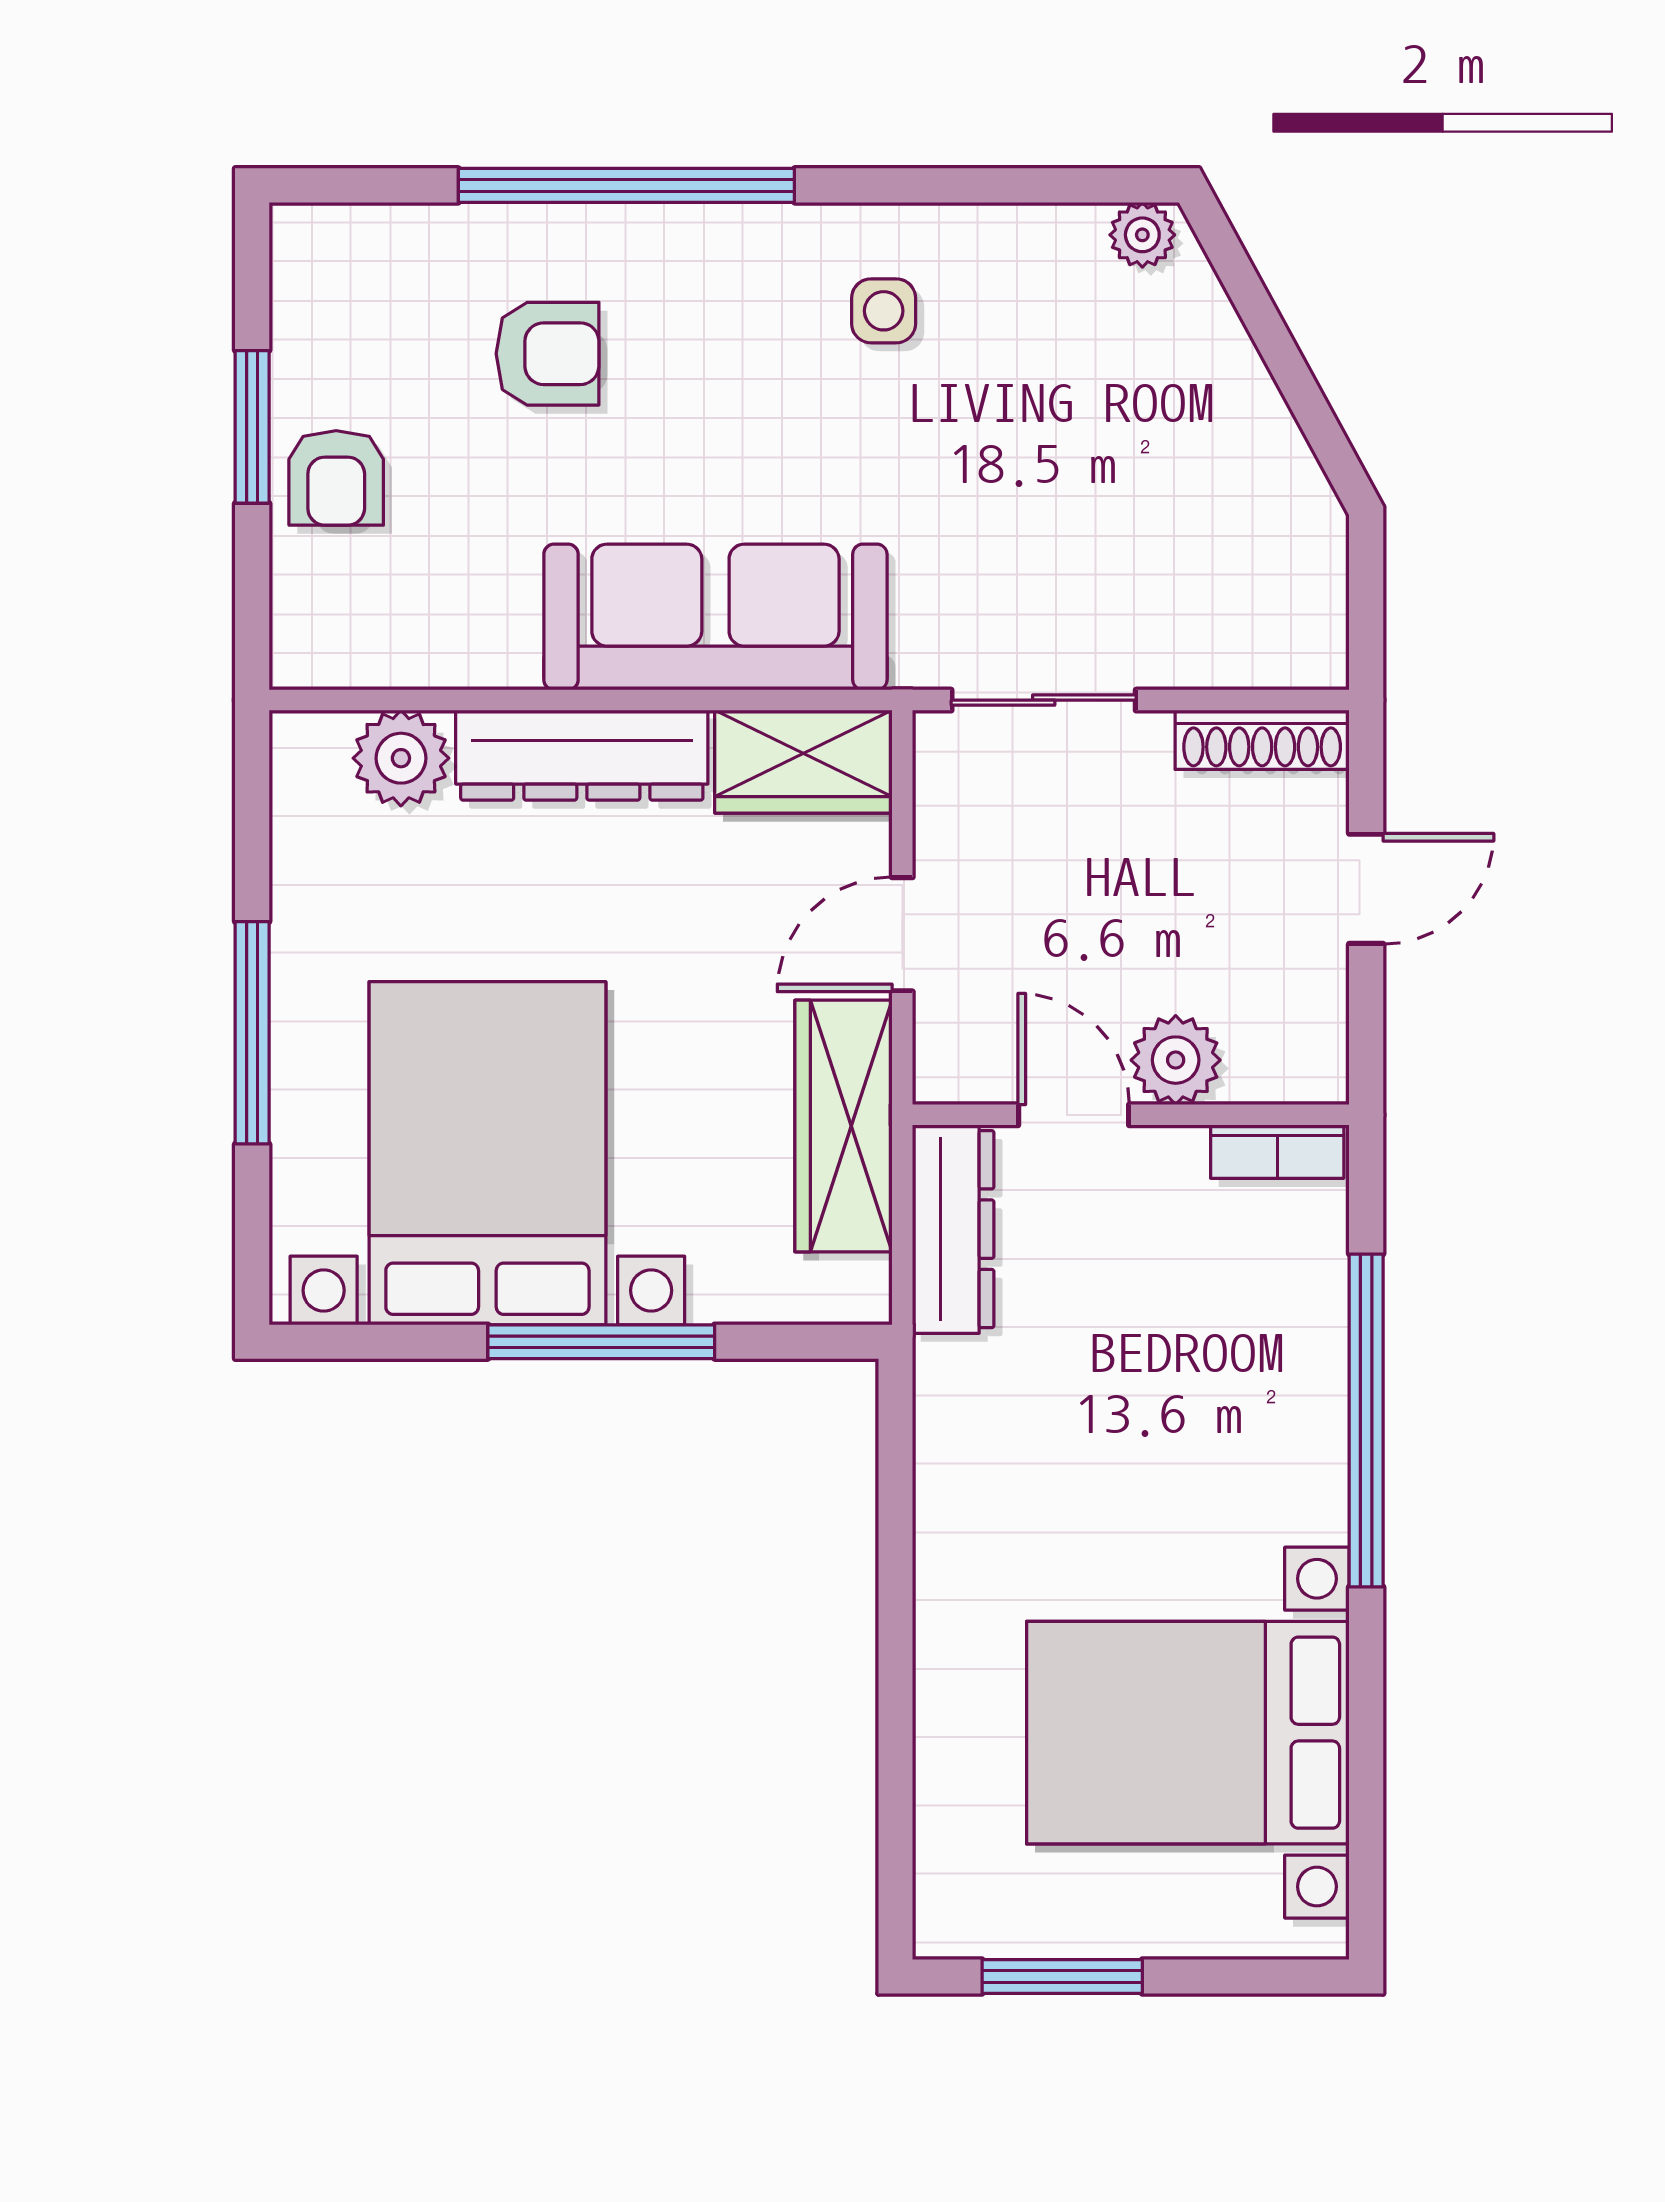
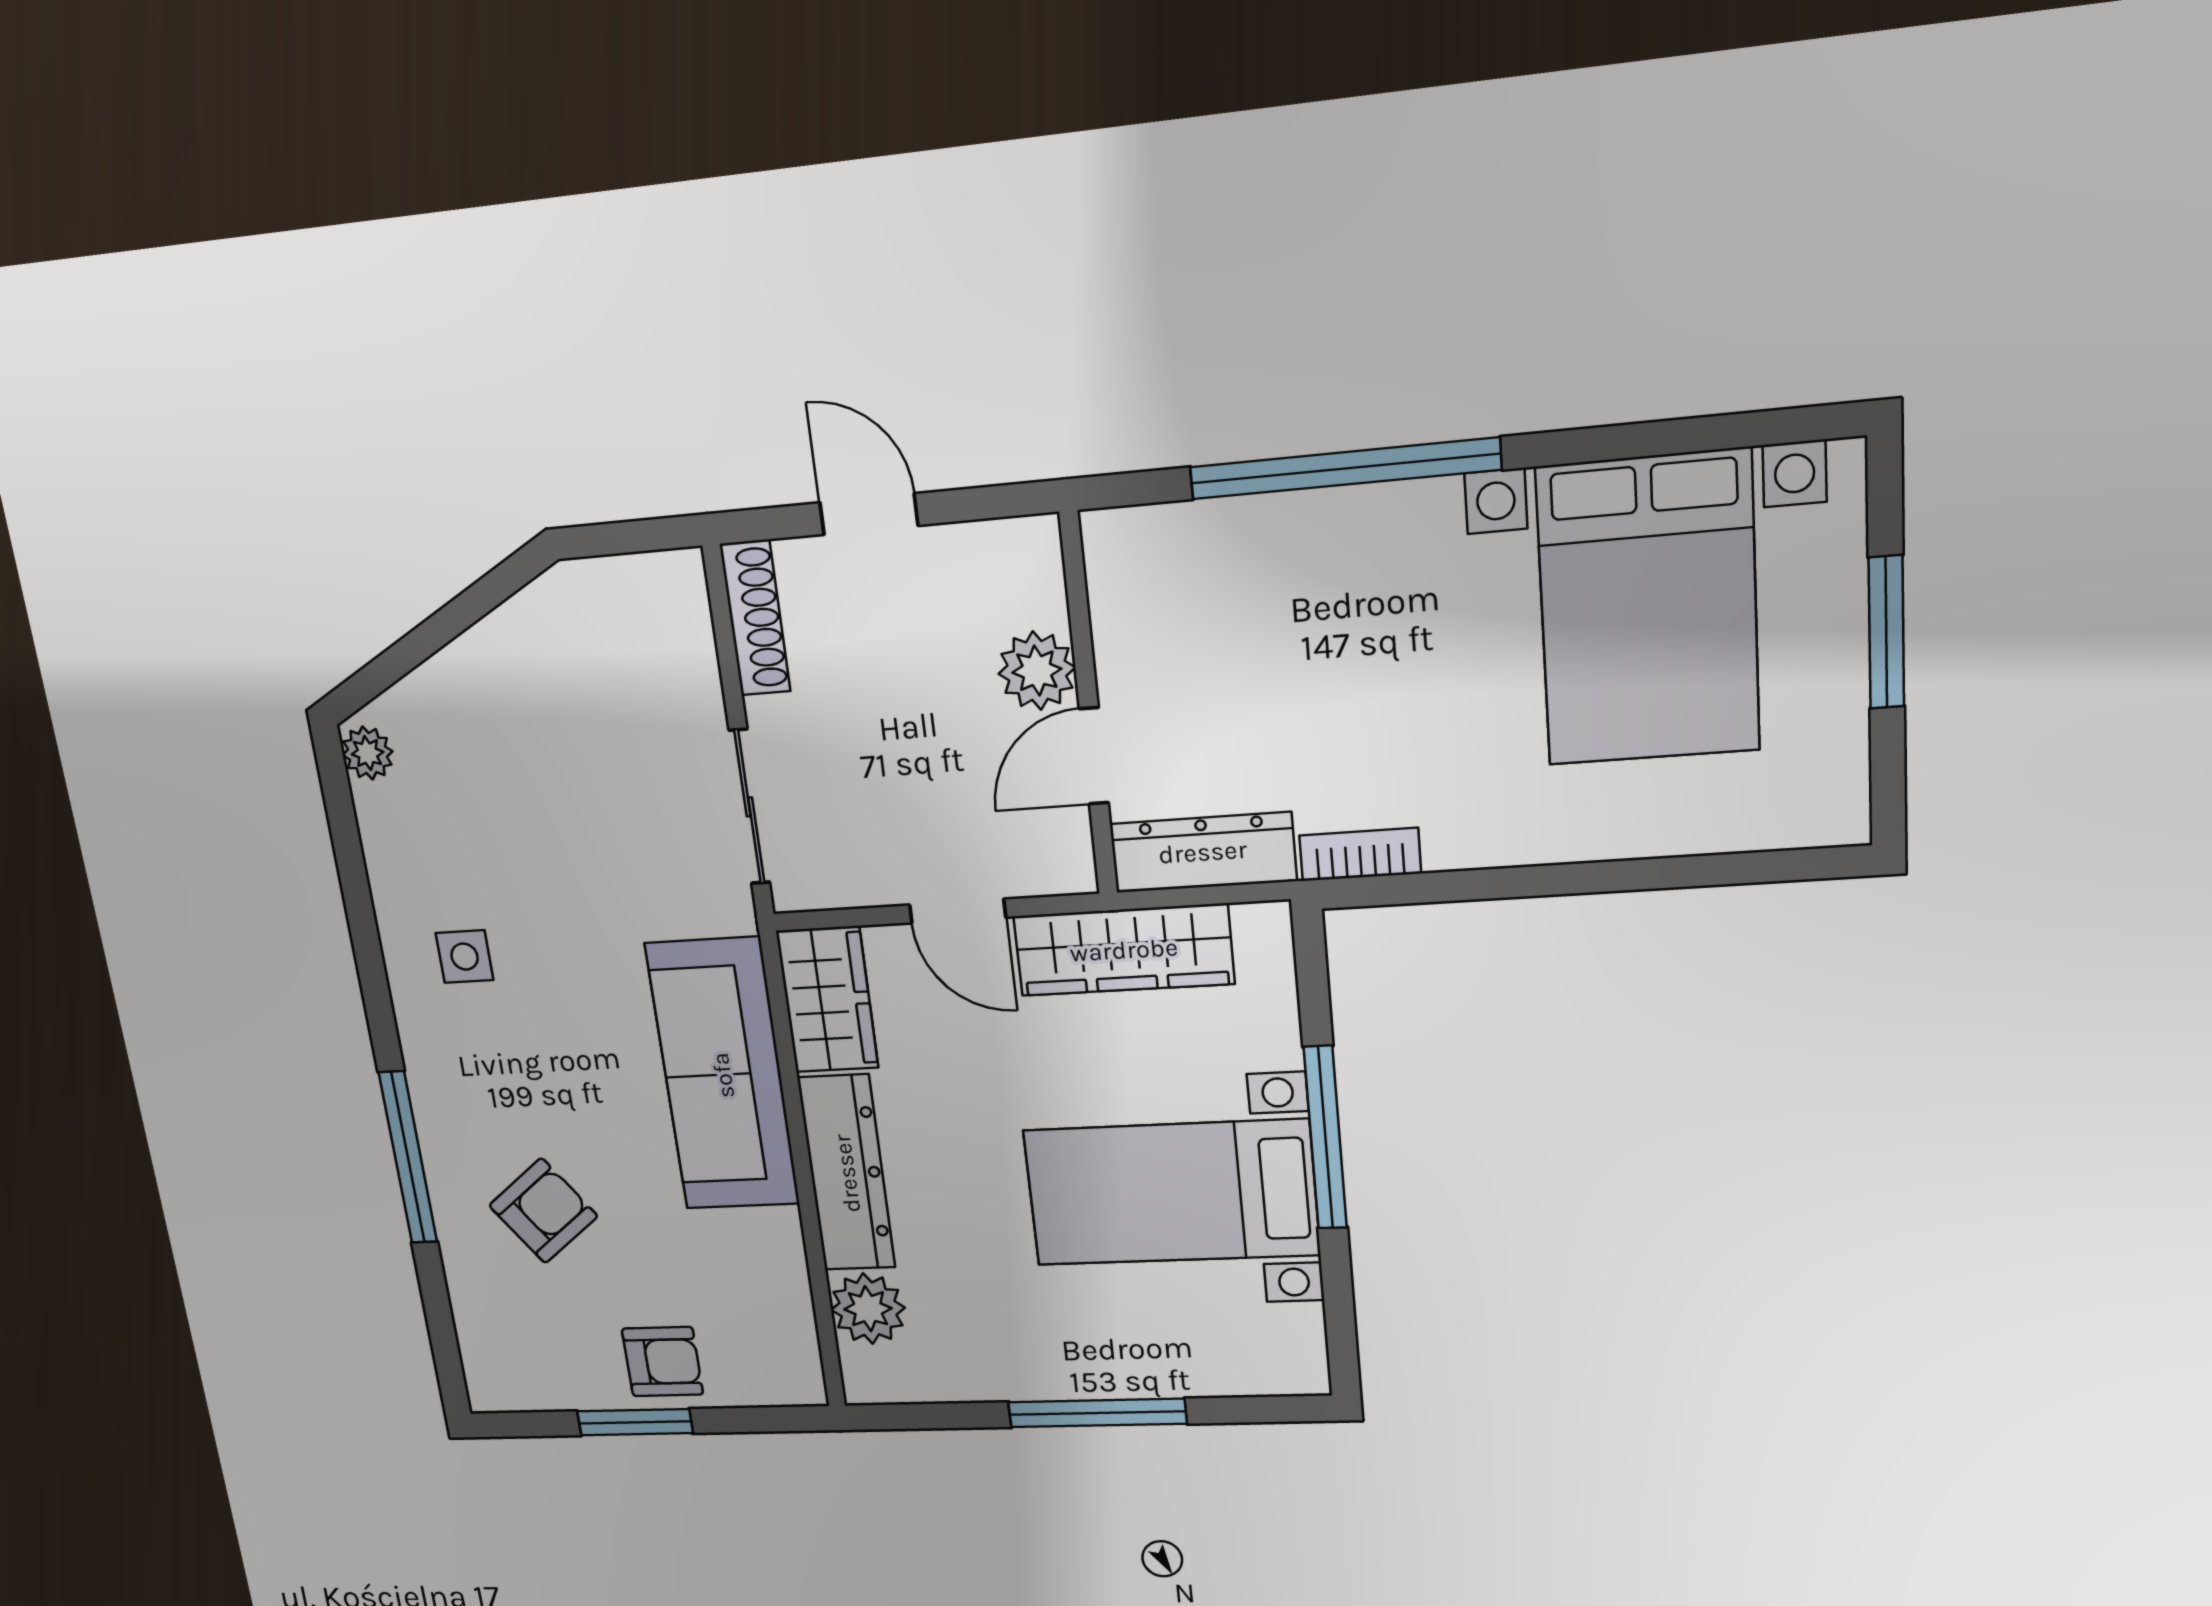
window: (626, 185) -> (408, 1158), width x0.68
armchair: (548, 354) -> (543, 1211), turned 53
bookcase: (1277, 1152) -> (1360, 854), moved, turned -90
bed with nightstands: (487, 1153) -> (1171, 1193), width x0.73
window: (1062, 1977) -> (1886, 632), moved

